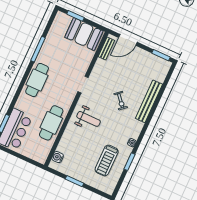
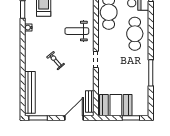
cafe table: (37, 80) -> (135, 34), moved
bench: (149, 101) -> (30, 92), moved

